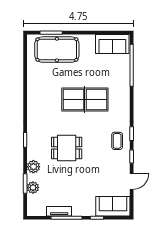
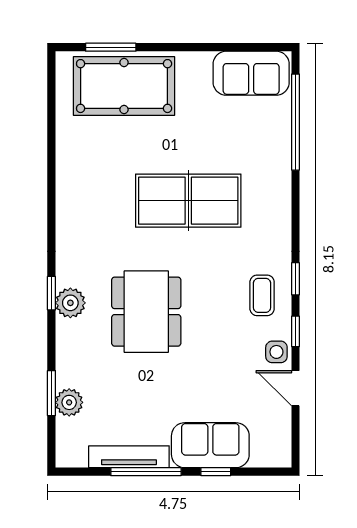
dining table: (67, 148) -> (146, 312), width x1.38
side table: (123, 166) -> (276, 352), added
plant: (33, 167) -> (70, 303), moved
door: (132, 181) -> (295, 388), swing flipped
sofa: (113, 206) -> (210, 445), moved
tv unit: (59, 211) -> (129, 457), width x1.41

